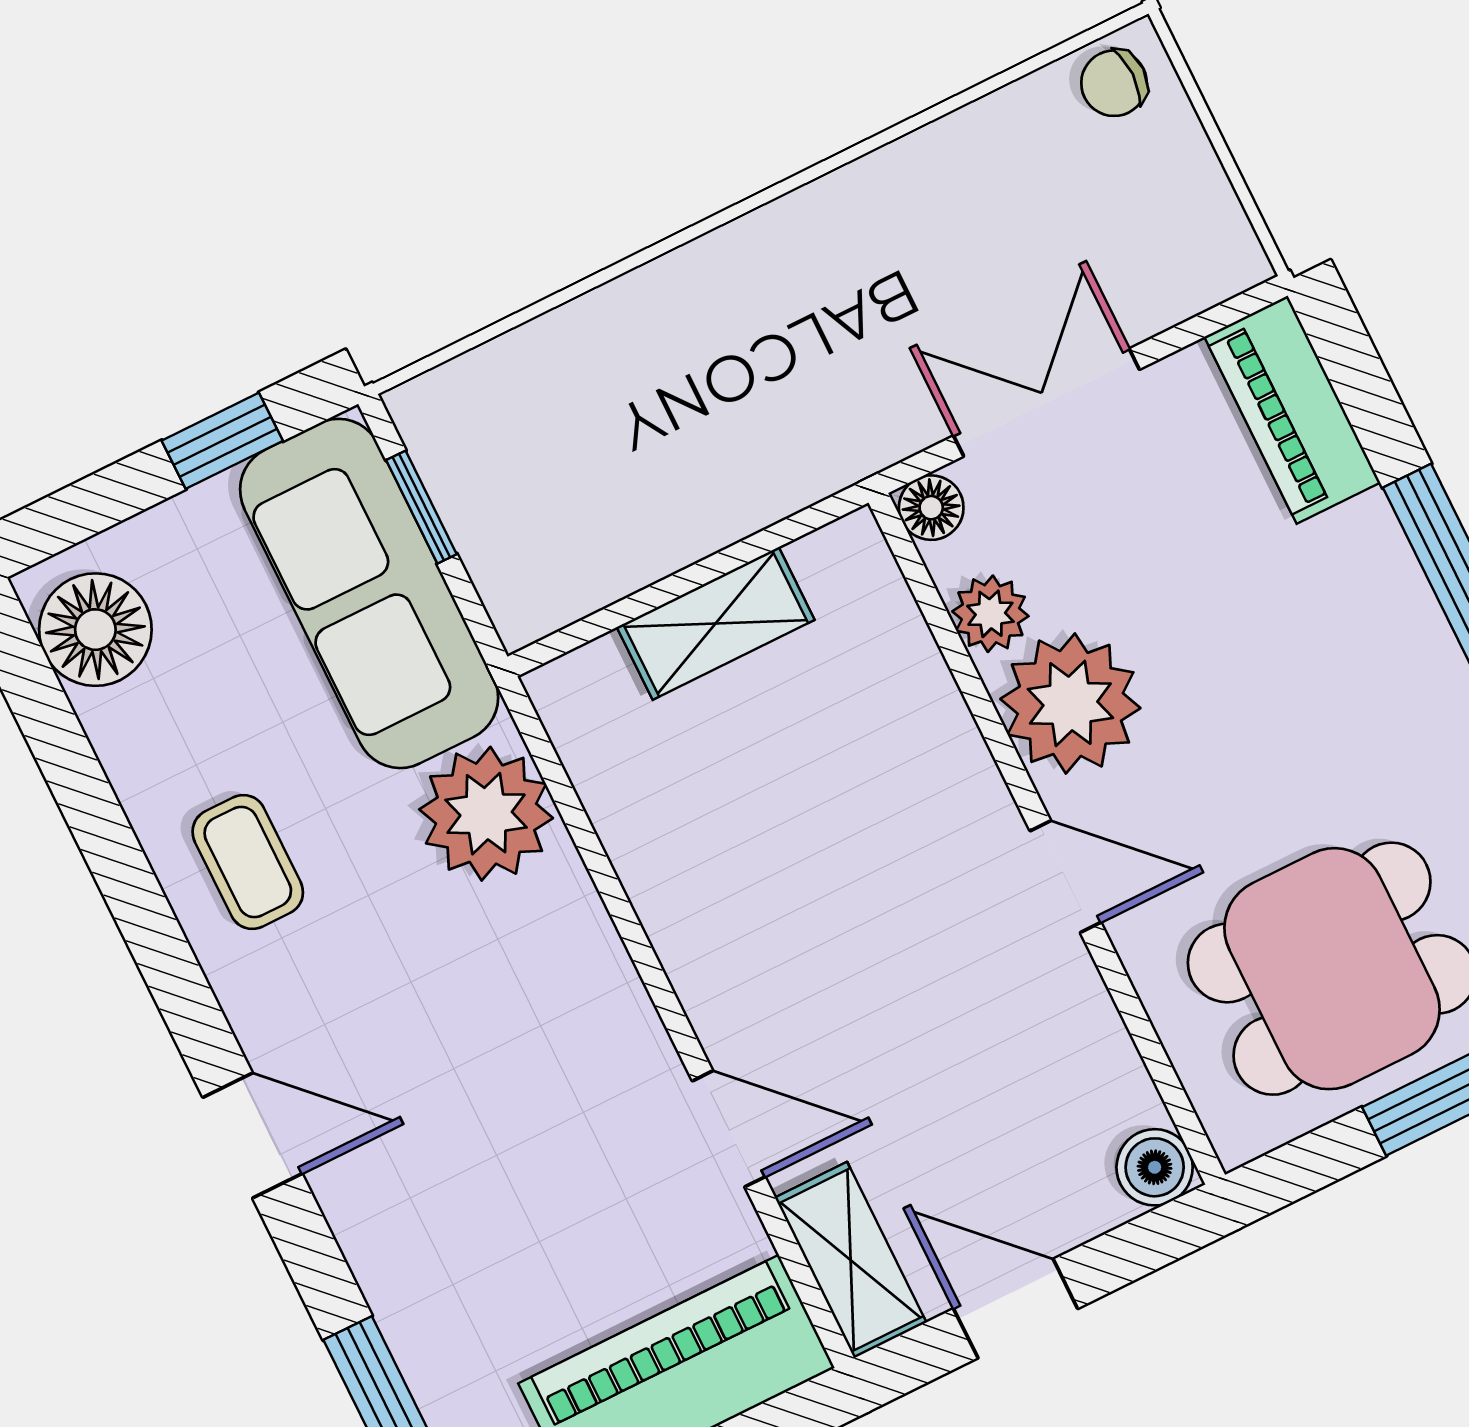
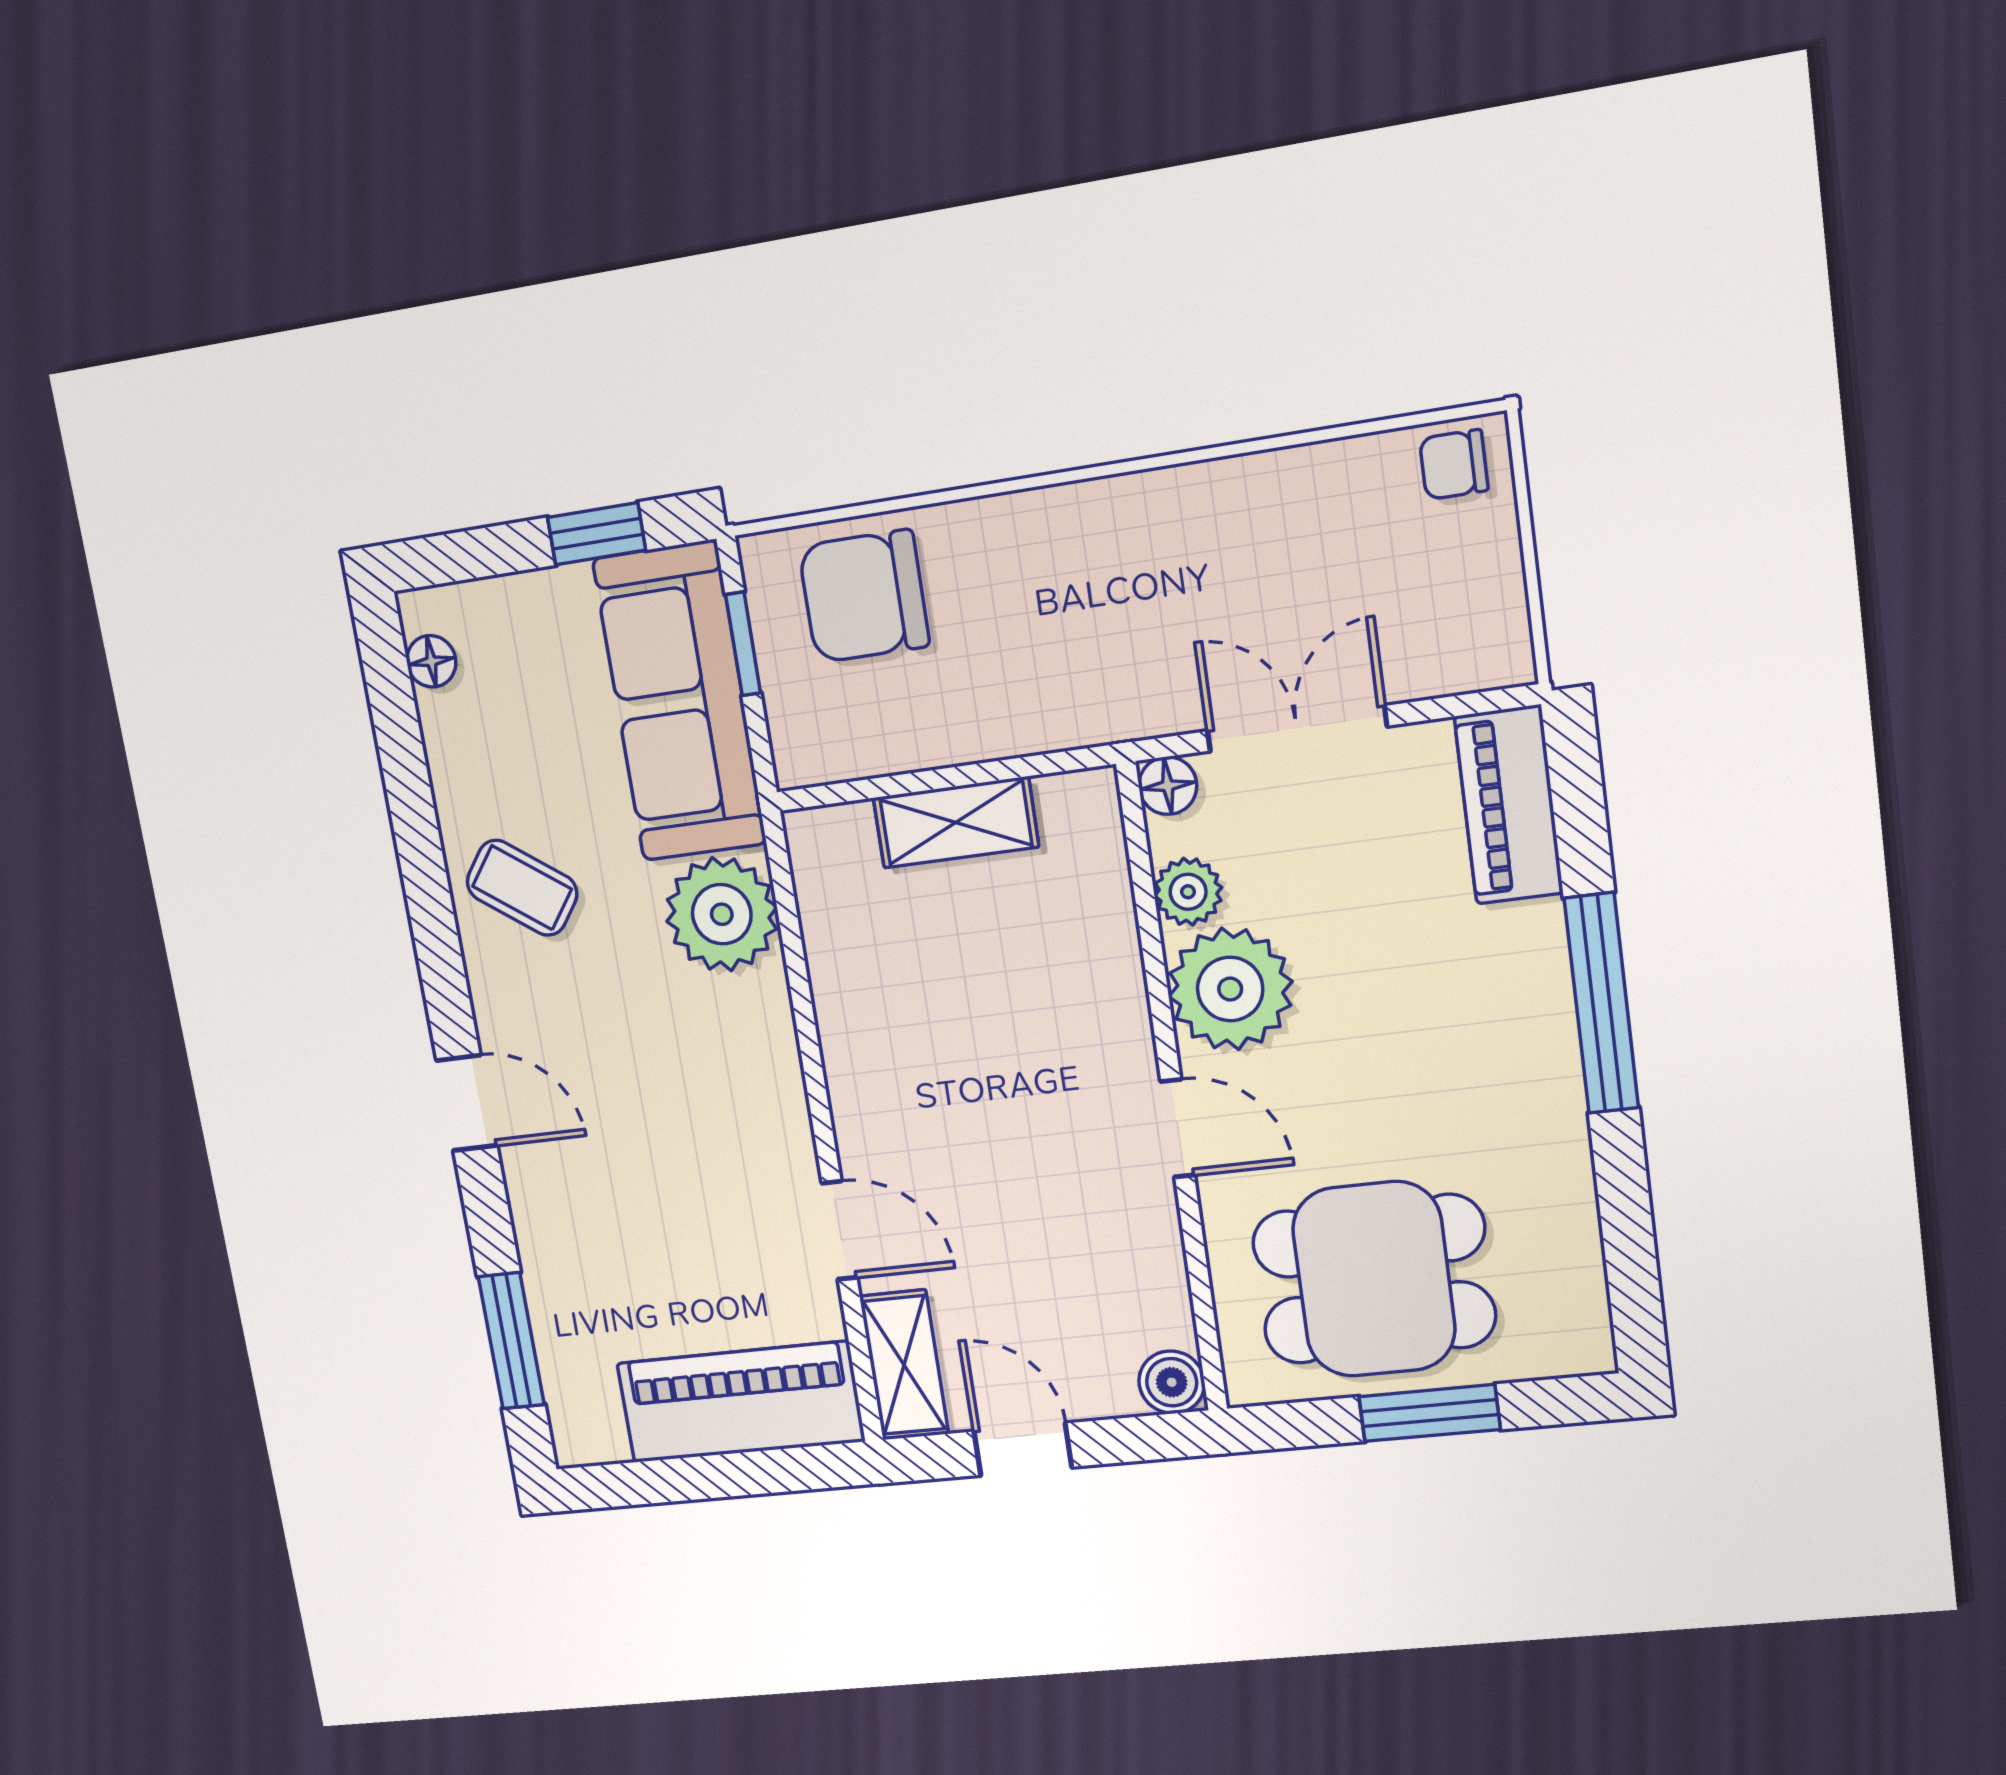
chair: (540, 413) -> (864, 596), added
floor lamp: (95, 630) -> (431, 661), width x0.53, depth x0.53
coffee table: (248, 862) -> (522, 888), turned -54

